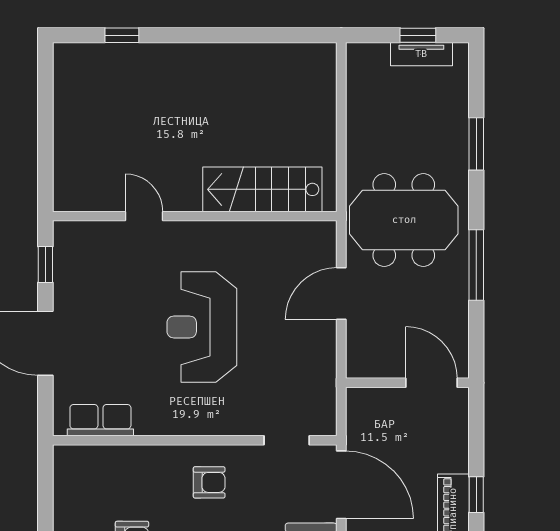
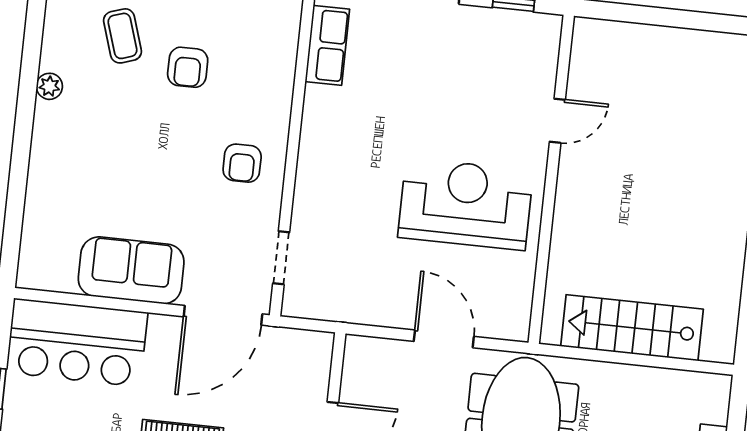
stairs: (262, 189) -> (632, 328), moved, turned -90
reception desk: (202, 327) -> (466, 204), moved

